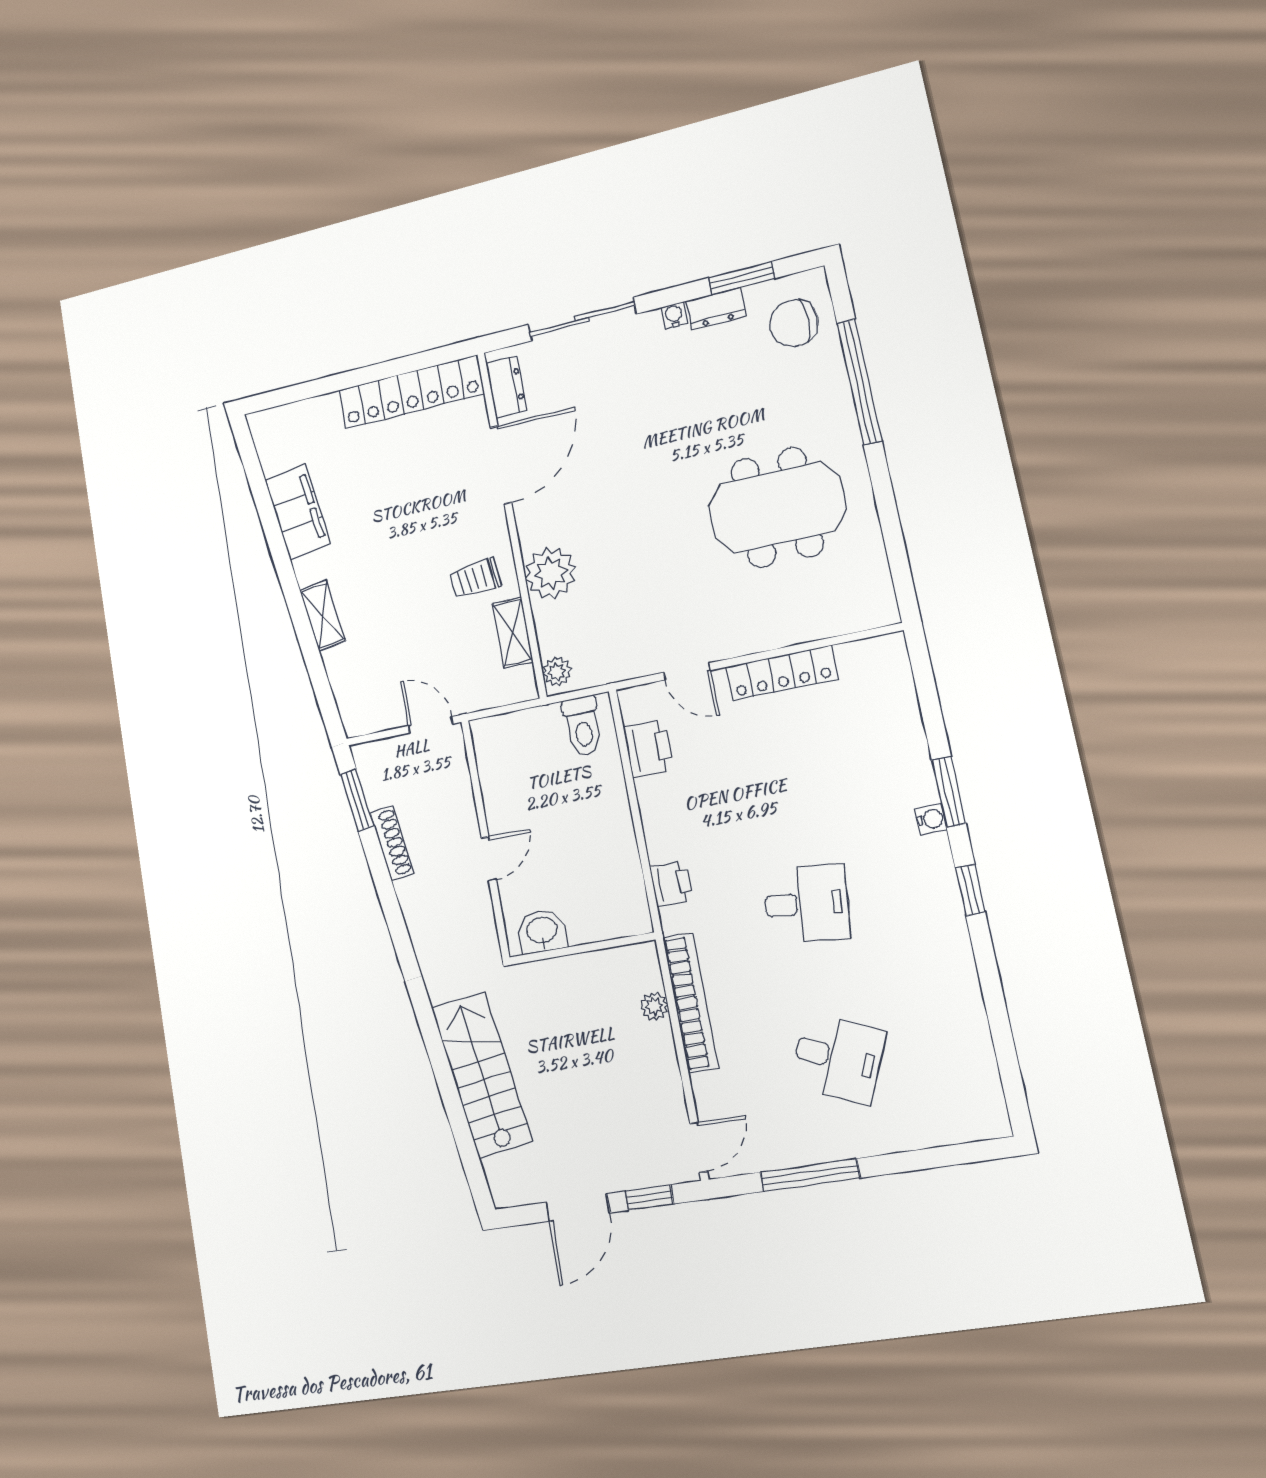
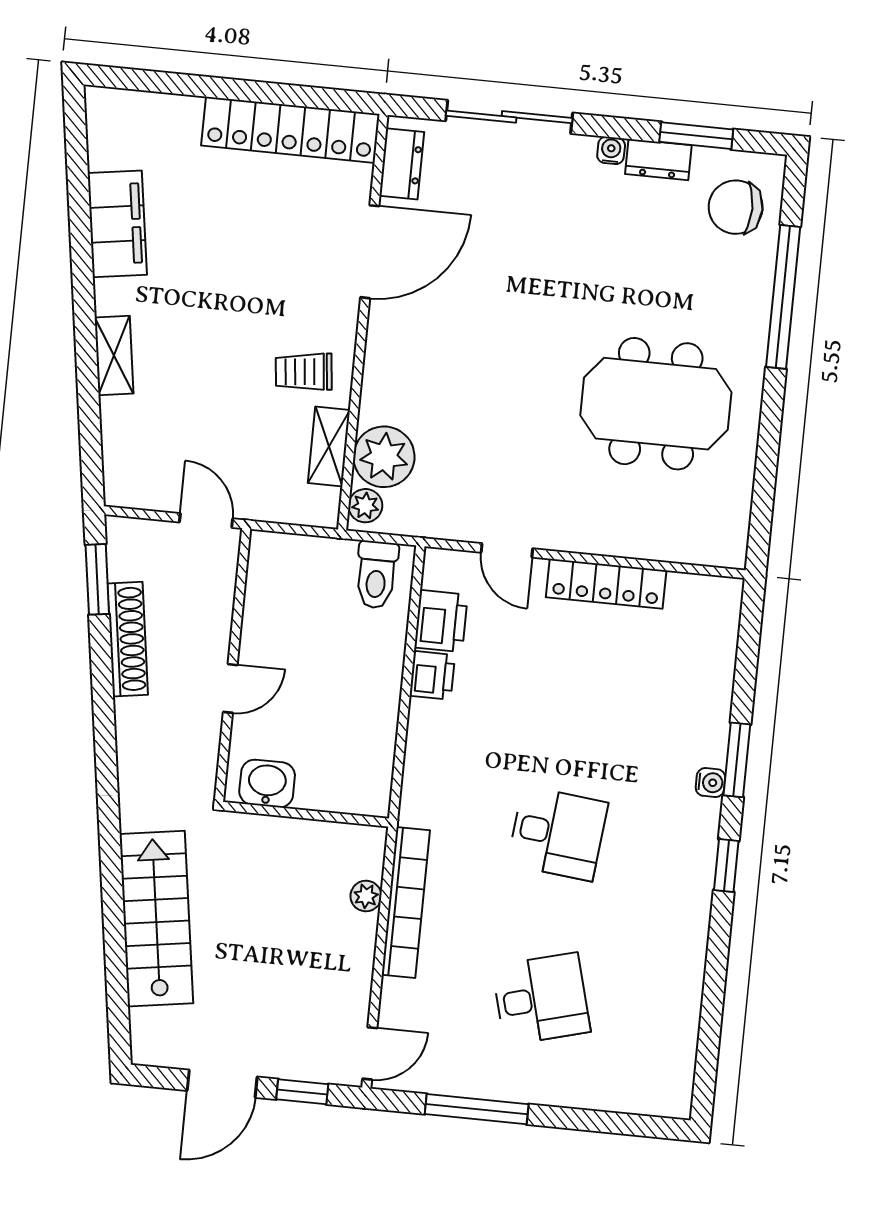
plant: (551, 573) -> (384, 457), moved
shoe rack: (392, 843) -> (128, 639), width x1.36, depth x1.24
printer: (671, 884) -> (432, 675), moved
desk: (838, 1058) -> (541, 999), turned -39

